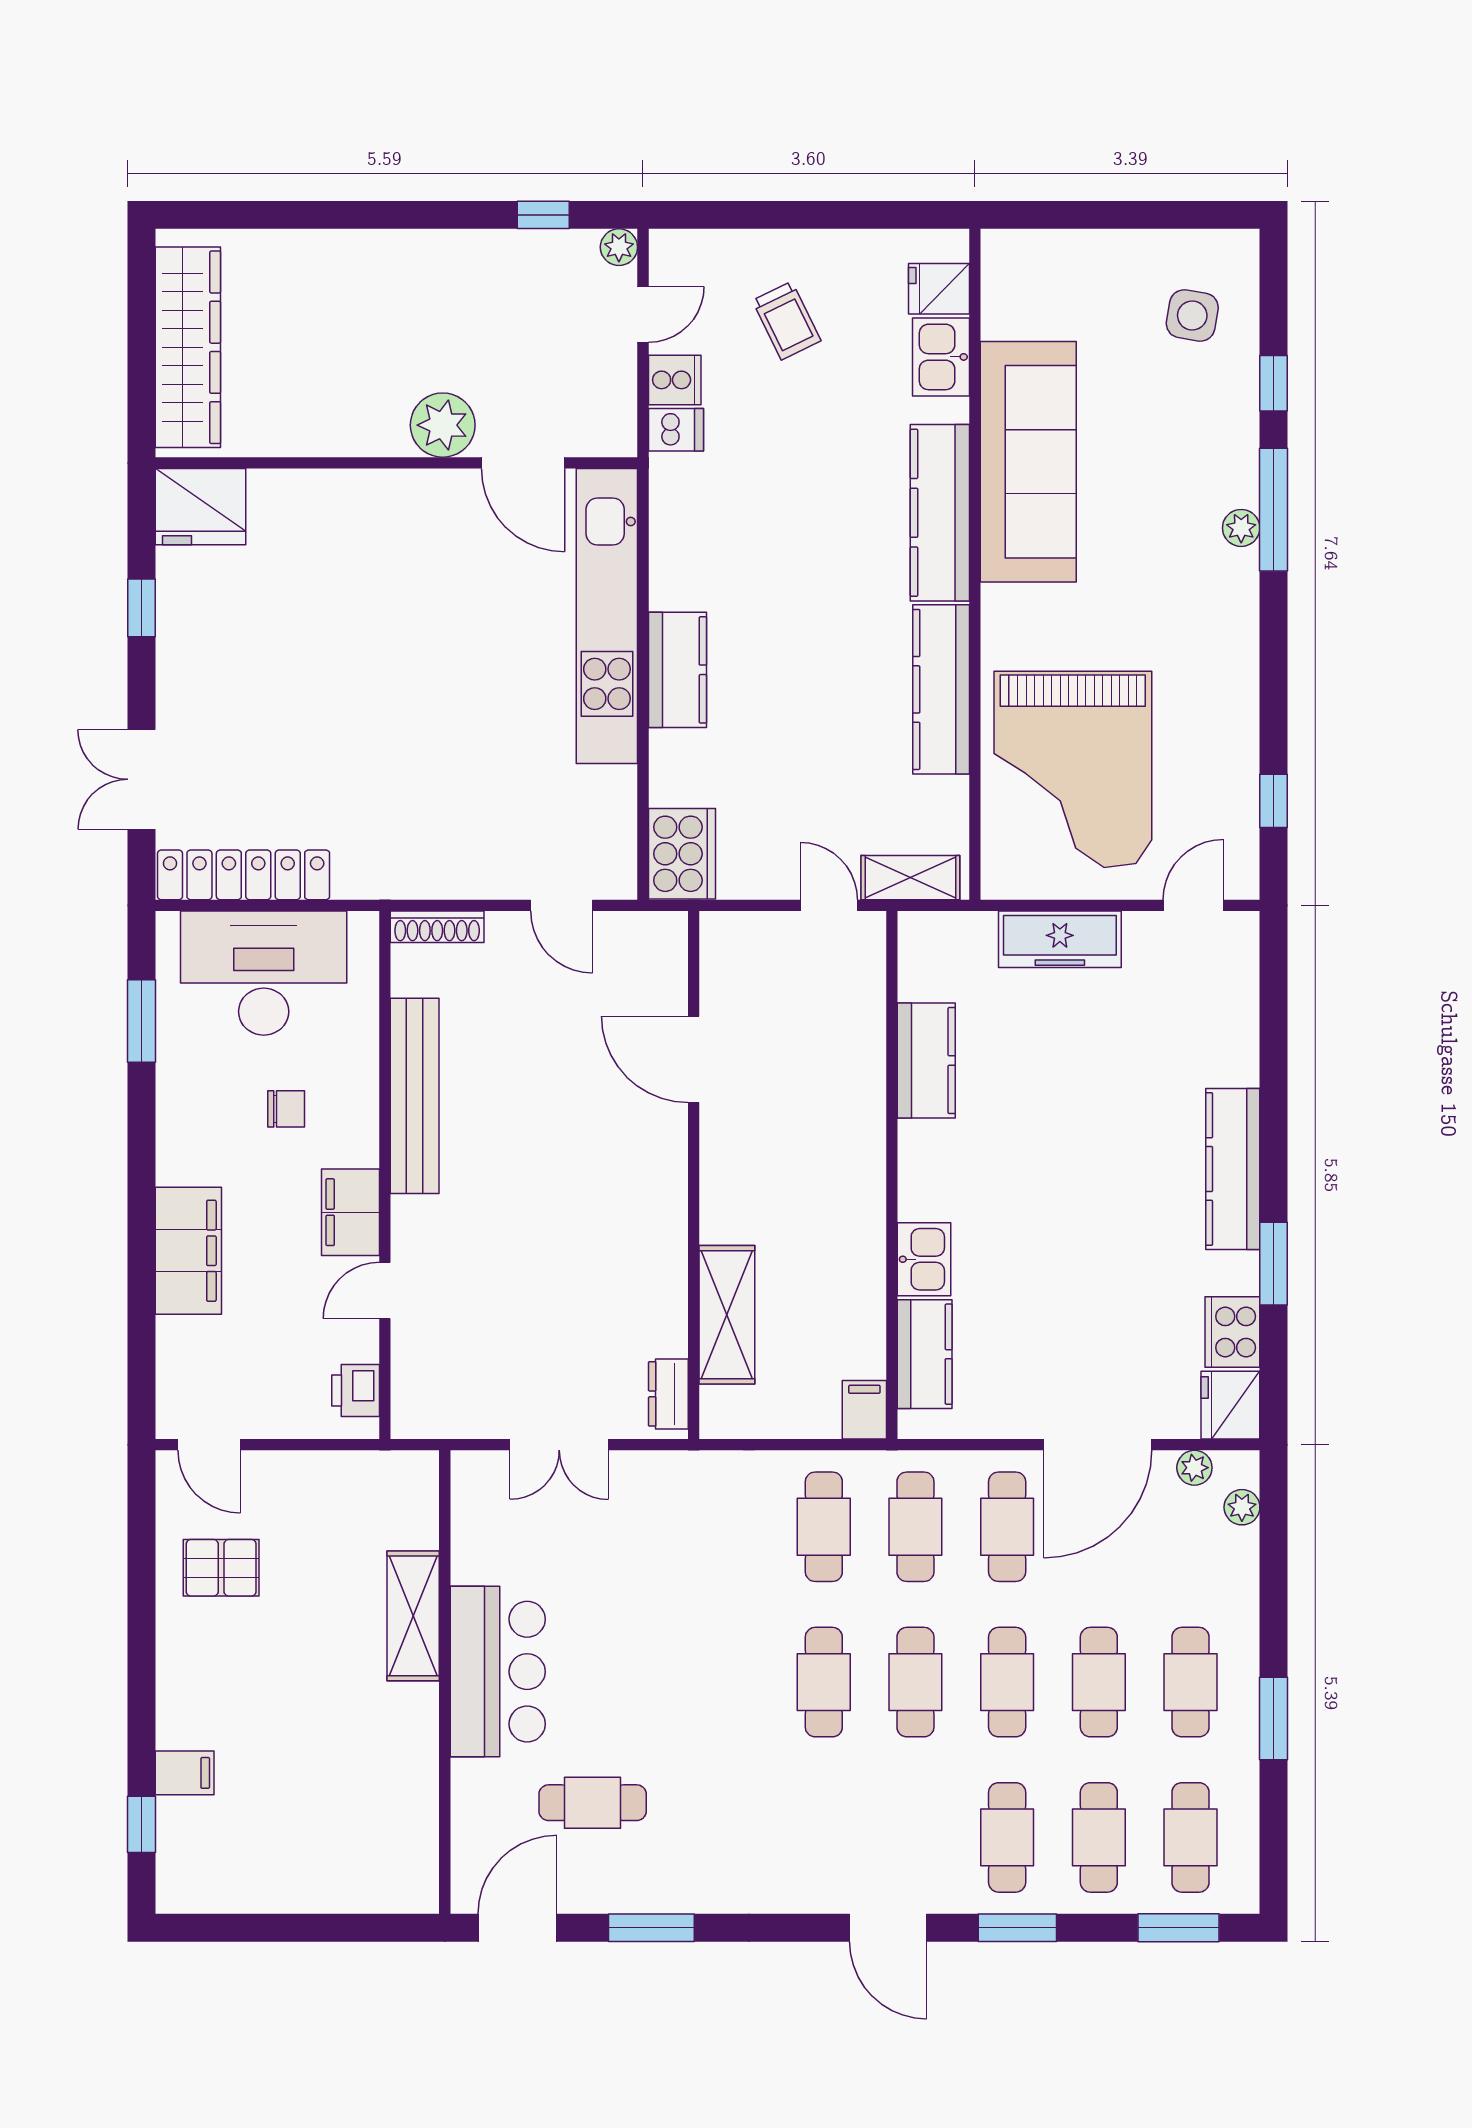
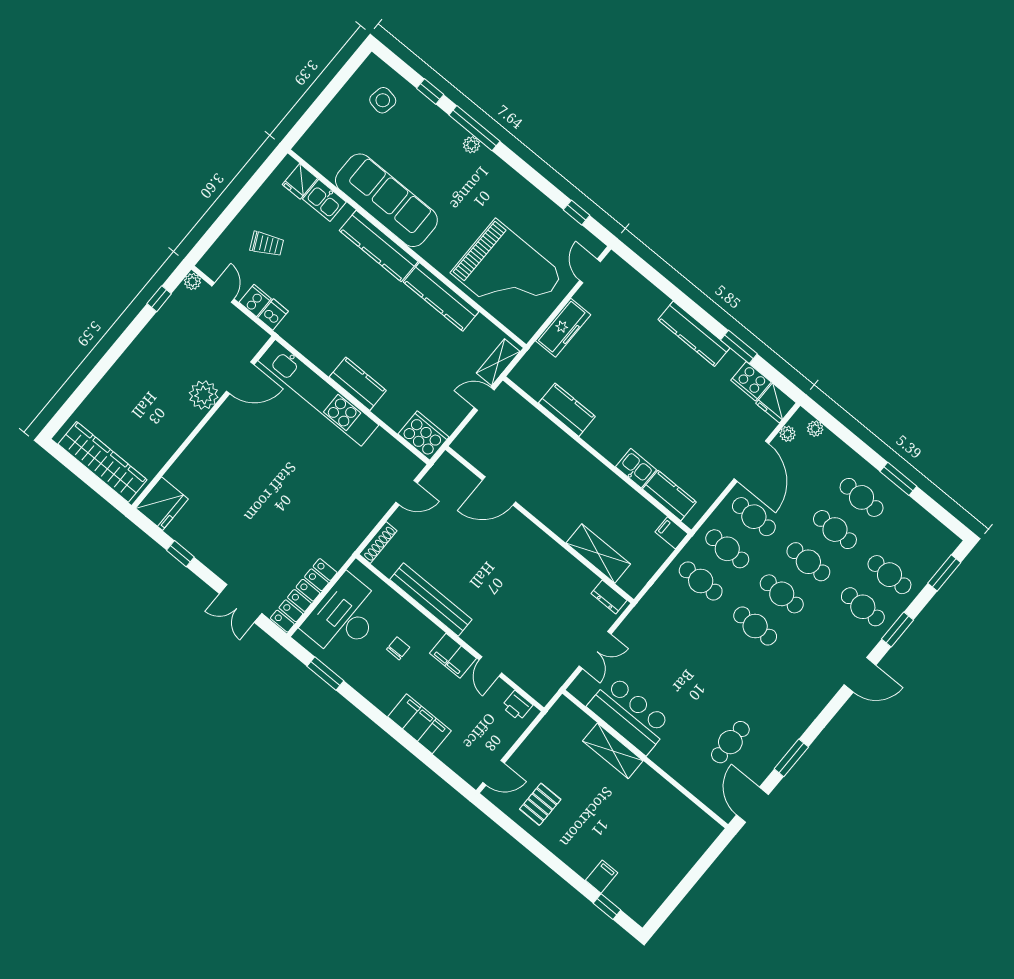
bar counter: (498, 1672) -> (630, 715), moved
cafe table: (1190, 1837) -> (916, 542), removed

